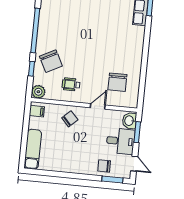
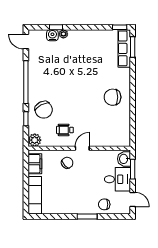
chair: (117, 82) -> (113, 97), moved, turned 90
door: (98, 106) -> (82, 148), moved
filing cabinet: (37, 111) -> (35, 164), width x2.00
window: (112, 180) -> (87, 217), moved

